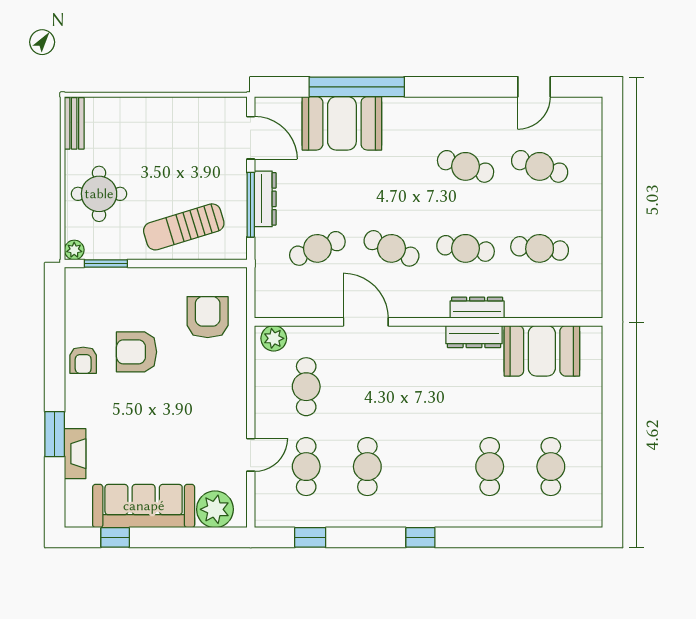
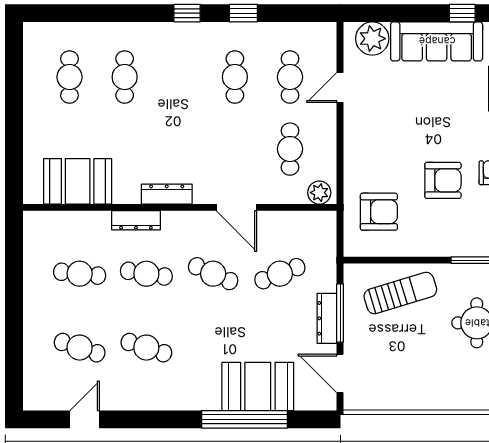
armchair: (208, 317) -> (379, 212), turned -90
dresser: (474, 337) -> (167, 194), moved
window: (310, 537) -> (243, 13), moved

